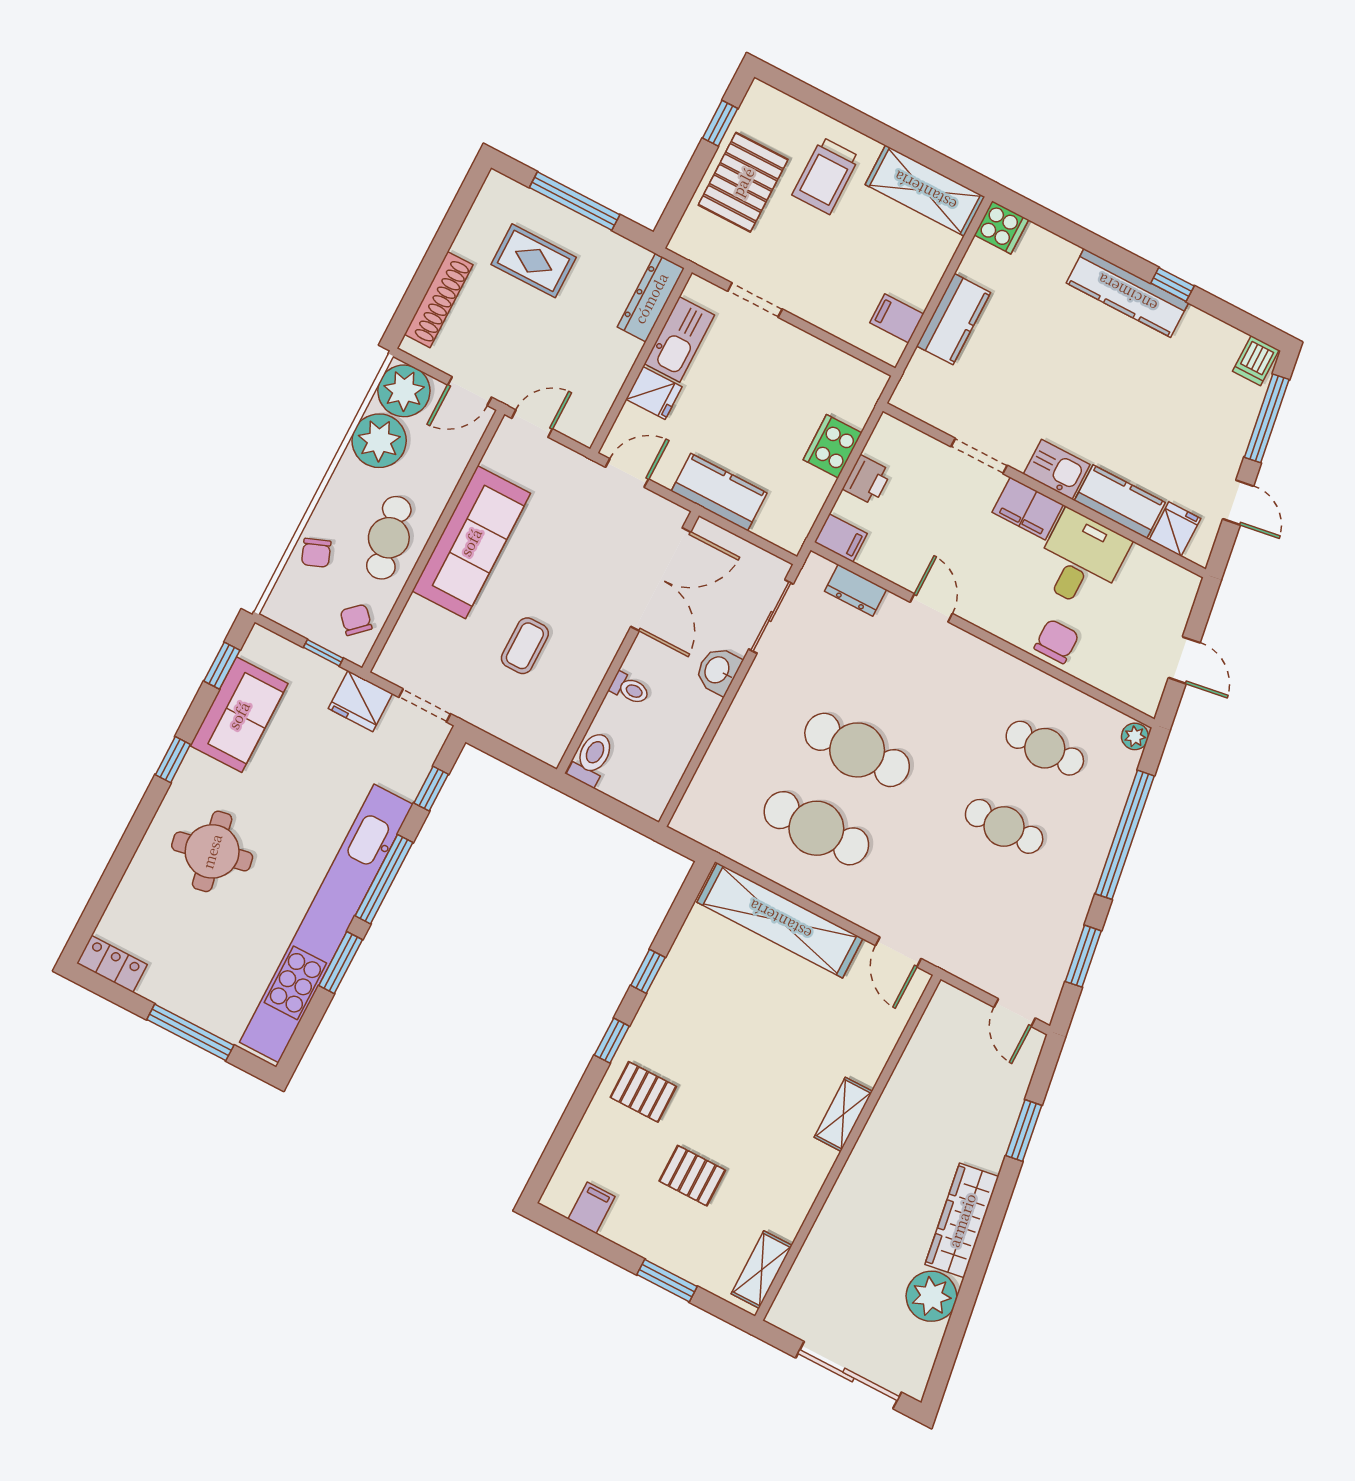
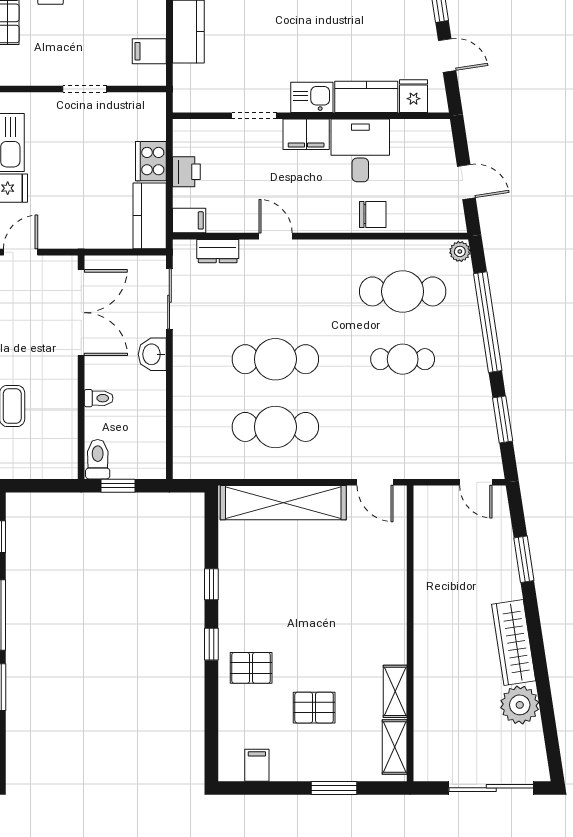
doorway: (755, 300) -> (85, 89), moved
kitchen counter: (719, 492) -> (150, 216), moved, turned -90
chair: (1057, 641) -> (373, 214), turned 90
cafe table: (1045, 748) -> (403, 291), width x1.37, depth x1.35
window: (599, 801) -> (118, 486), added
shelving: (843, 1114) -> (395, 691), moved

